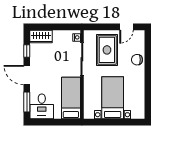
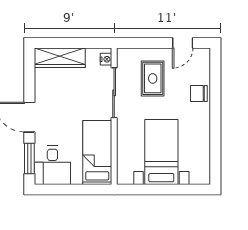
wardrobe: (41, 36) -> (60, 58), width x1.50
rug: (107, 50) -> (153, 78), width x0.73, depth x0.70
window: (27, 51) -> (29, 80), removed

